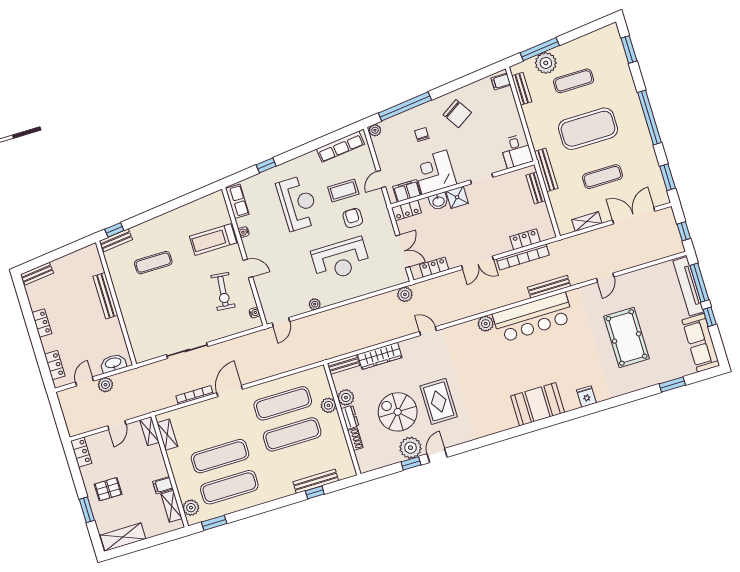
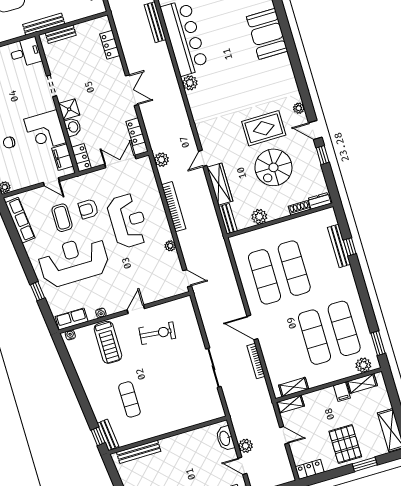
reception desk: (298, 203) -> (74, 261), width x1.36, depth x1.30
bookcase: (523, 257) -> (174, 207), moved
bench: (105, 296) -> (139, 452), moved
water cooler: (254, 313) -> (70, 335), moved
door: (428, 331) -> (203, 158), moved
plant: (328, 405) -> (267, 233), removed
dresser: (350, 417) -> (319, 201), moved
plant: (410, 448) -> (299, 108), moved, width x0.53, depth x0.53
pallet: (108, 489) -> (345, 444), width x1.50, depth x1.42

